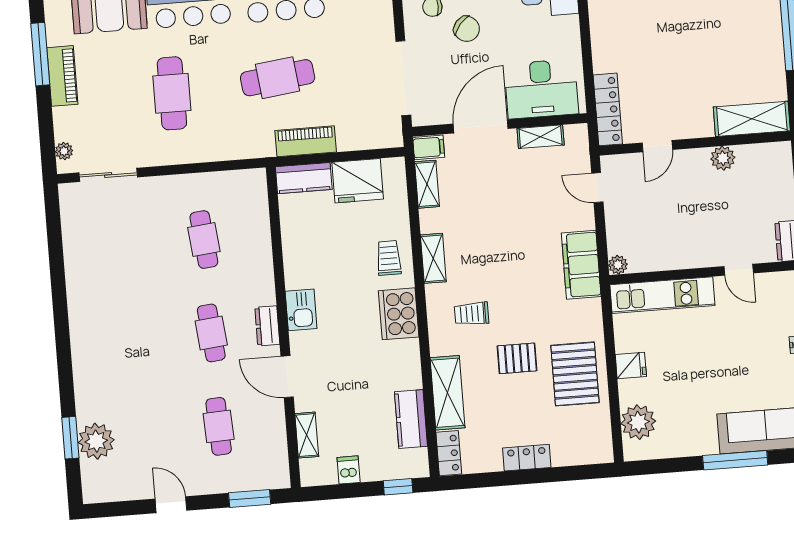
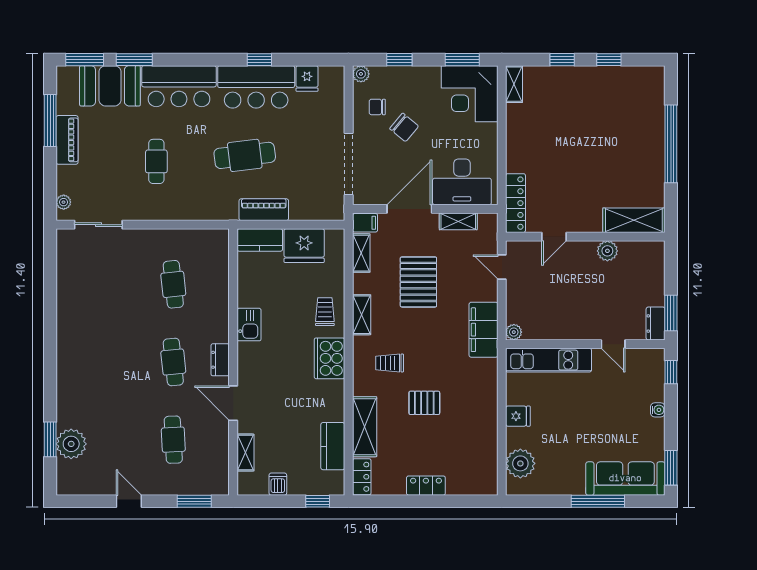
cafe table: (172, 93) -> (156, 161), width x0.73, depth x0.74
kitchen sink: (301, 310) -> (249, 325), moved
pallet: (575, 374) -> (418, 282), moved

